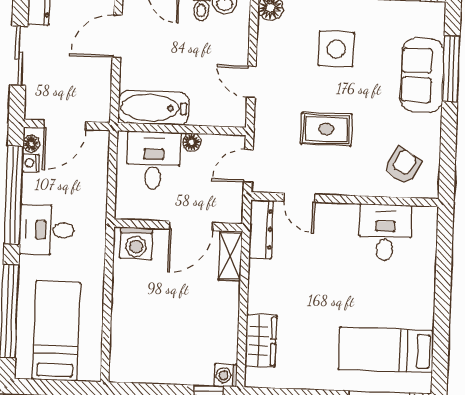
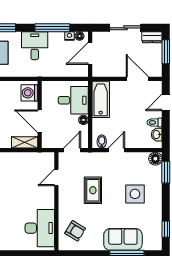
bidet: (234, 109) -> (102, 142), added
door: (65, 125) -> (90, 53), hinge flipped
door: (248, 166) -> (72, 150), hinge flipped
window: (14, 195) -> (52, 28), width x0.68
dresser: (261, 229) -> (39, 158), removed
desk: (385, 233) -> (40, 228), width x1.37

